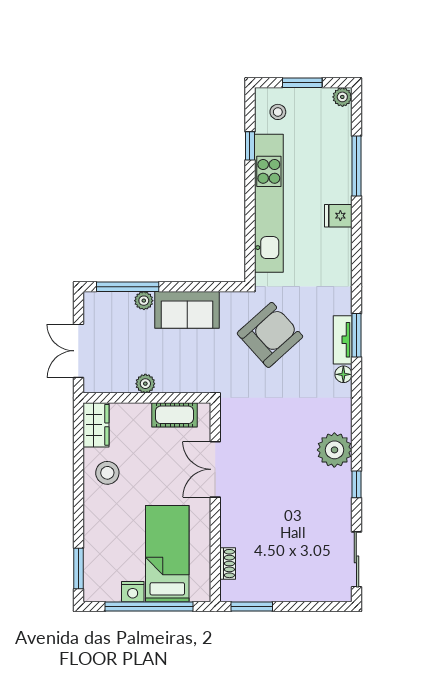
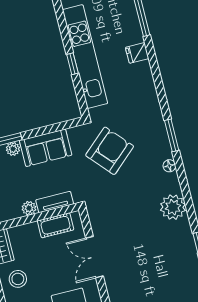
window: (250, 146) -> (72, 64), moved
tv unit: (343, 340) -> (55, 202), moved, turned 90
plant: (334, 450) -> (173, 207), moved

